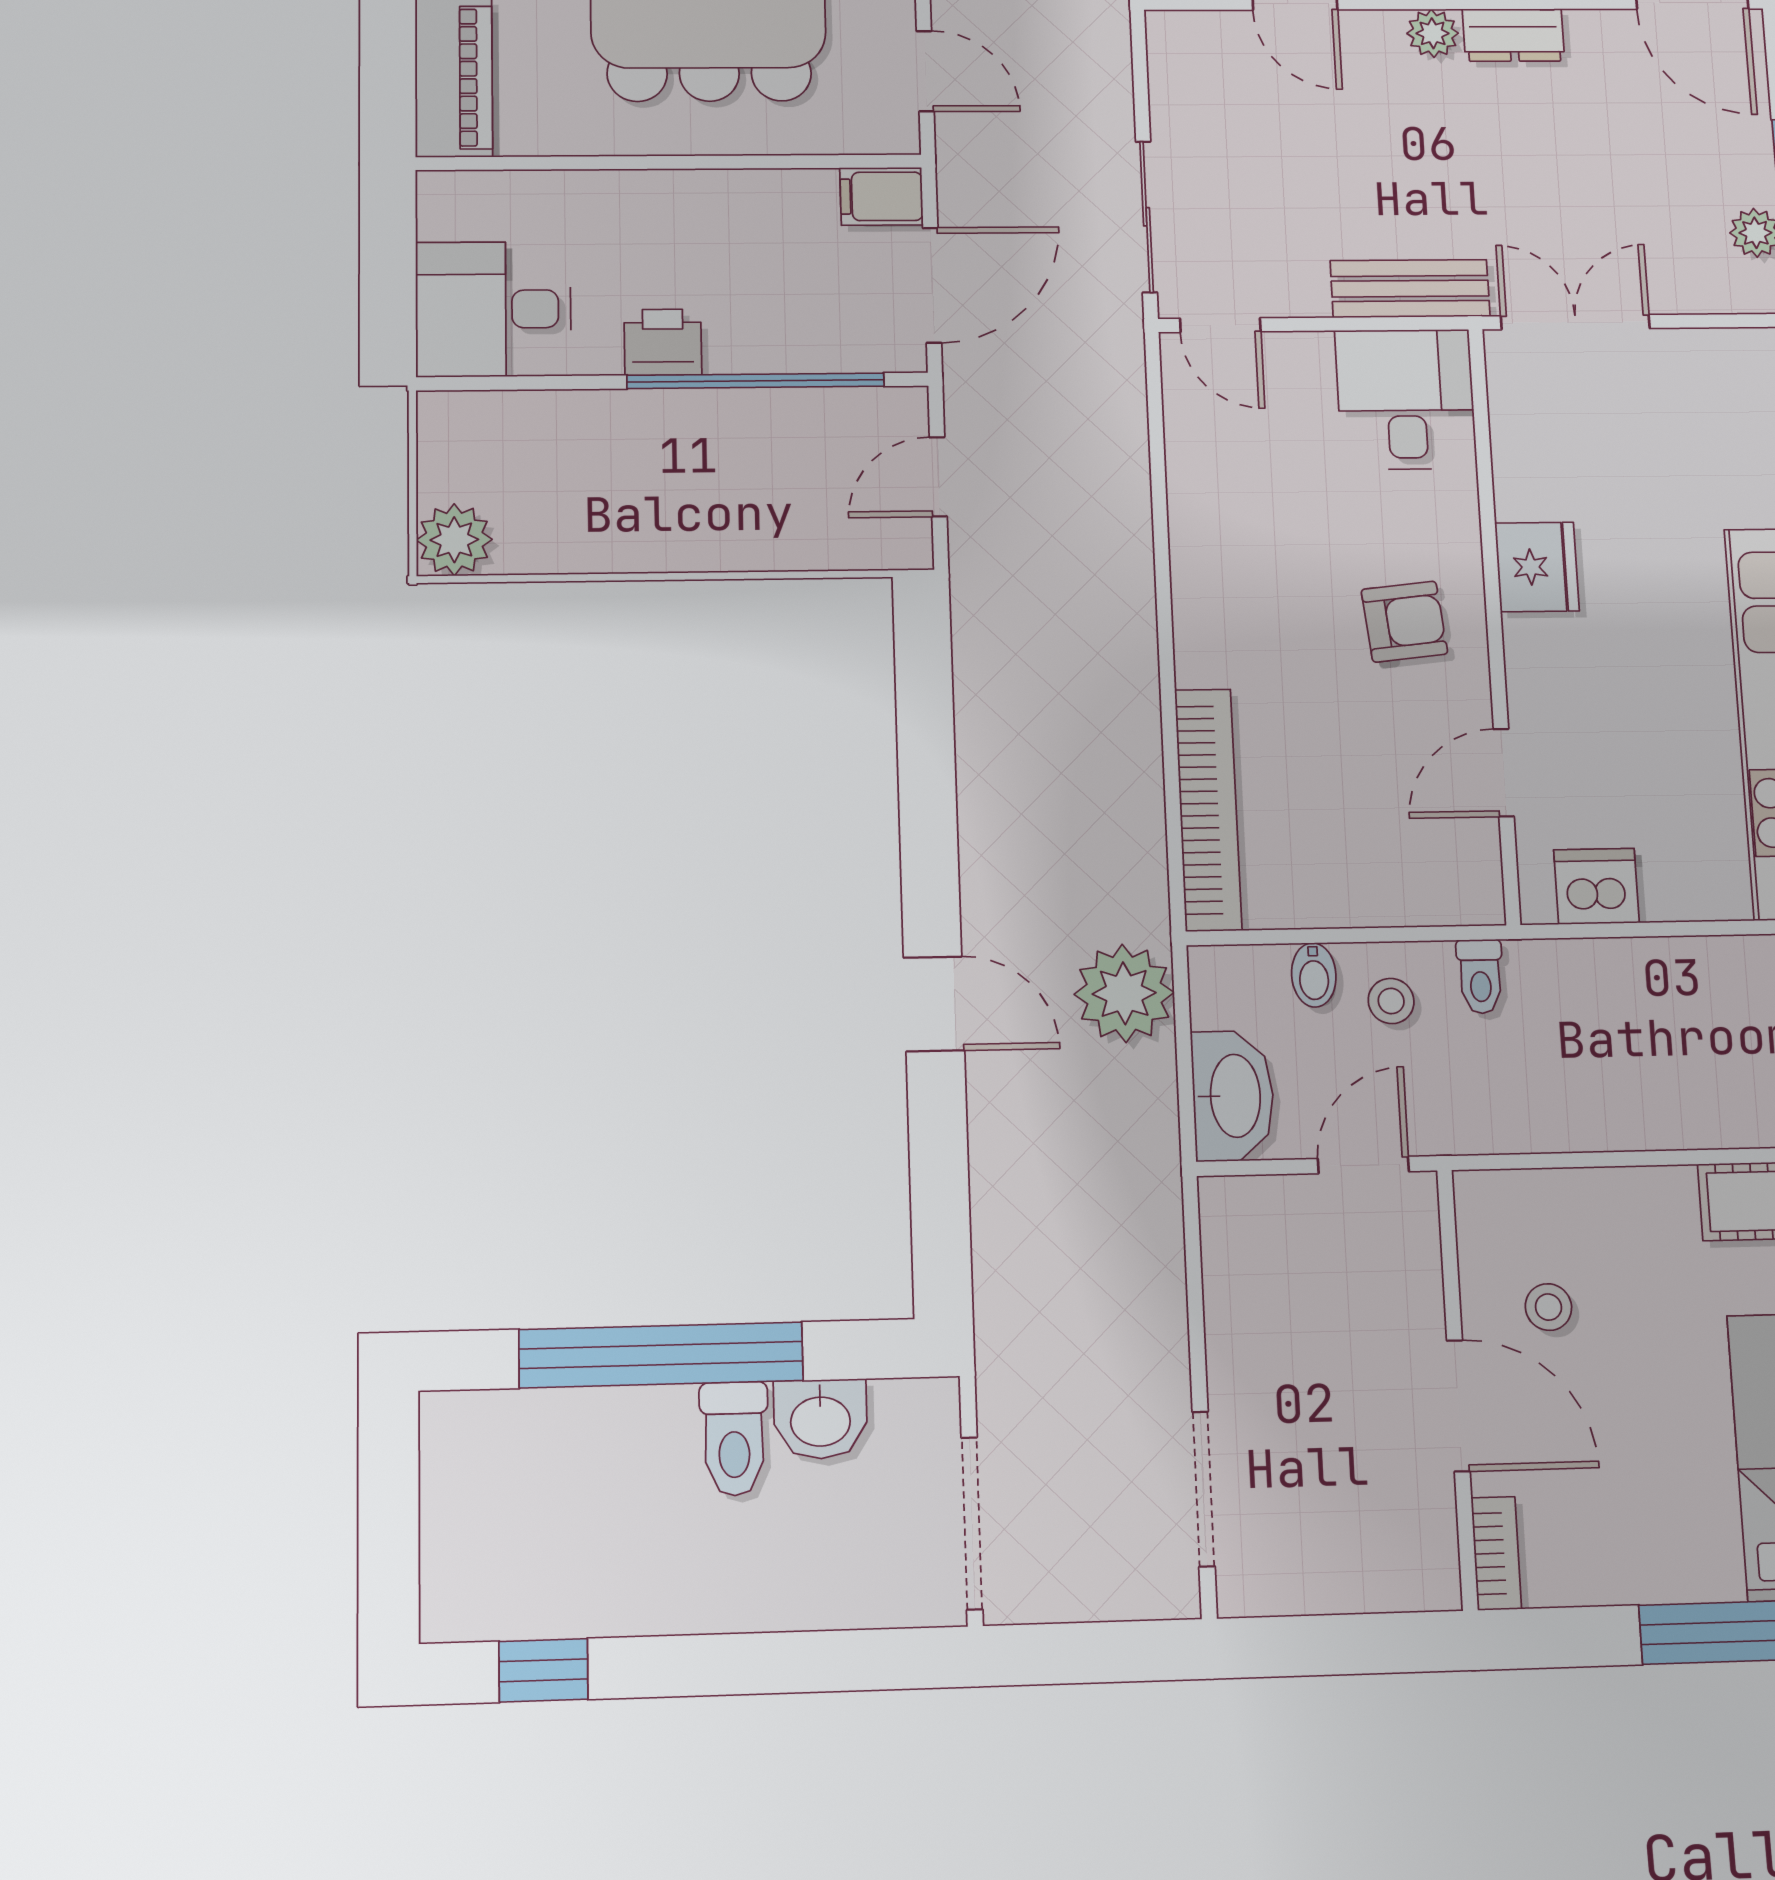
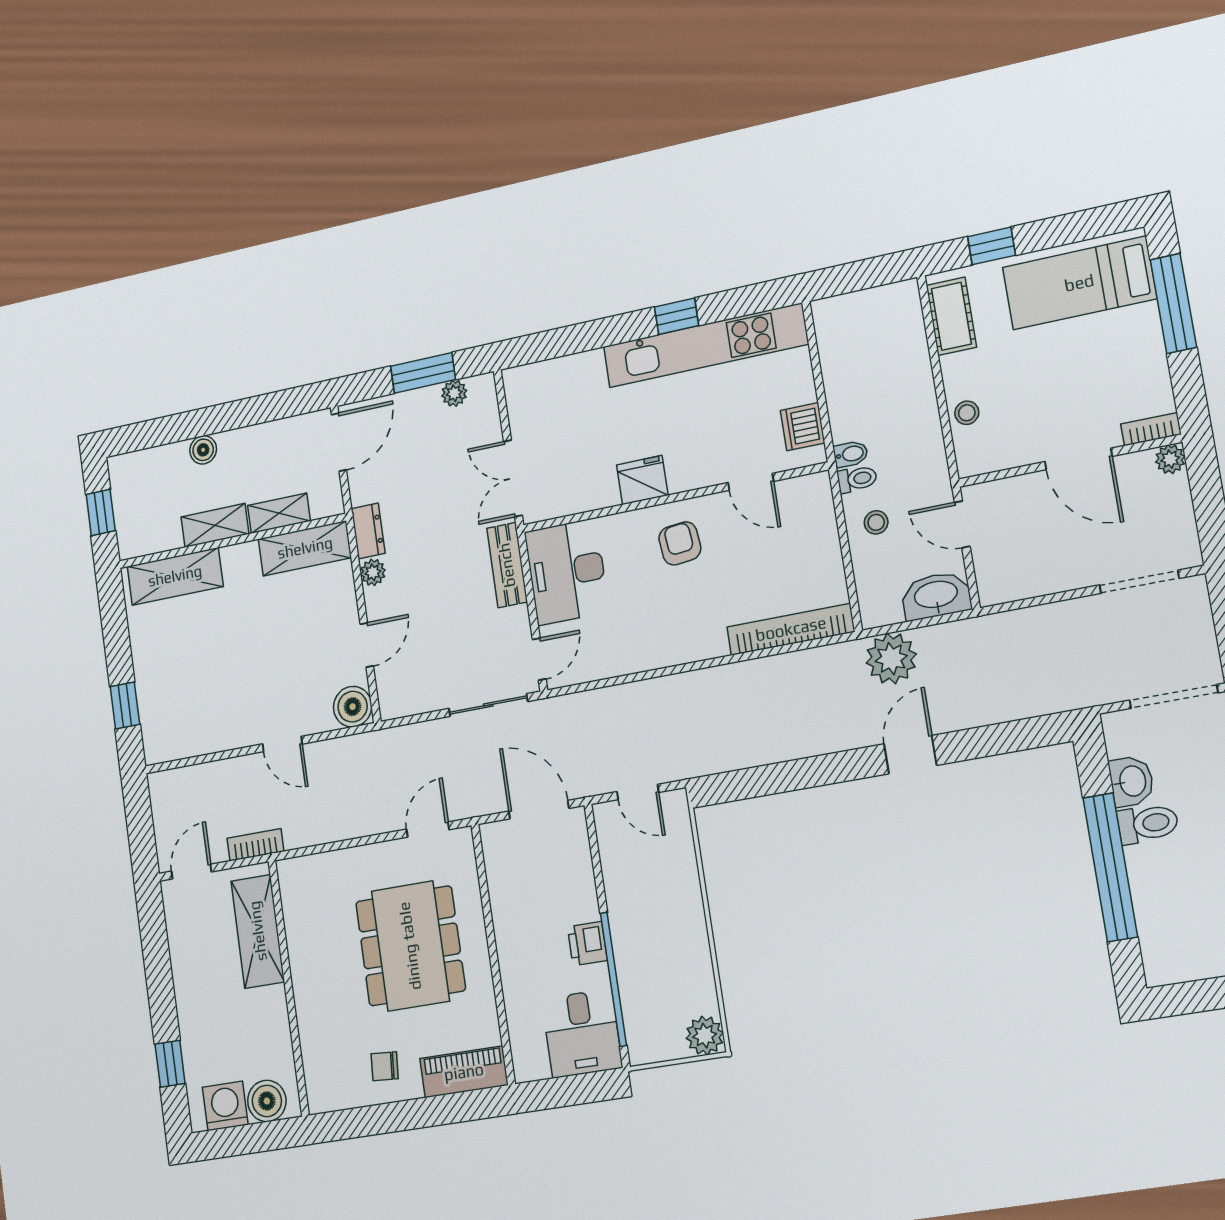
filing cabinet: (881, 196) -> (496, 842), removed
window: (756, 381) -> (614, 979), moved
desk: (1406, 399) -> (567, 572), width x1.37
bidet: (1314, 975) -> (851, 454), moved
stool: (1548, 1307) -> (967, 413), moved
door: (1458, 1406) -> (1078, 459), swing flipped
plant: (1433, 1582) -> (1170, 459), added

